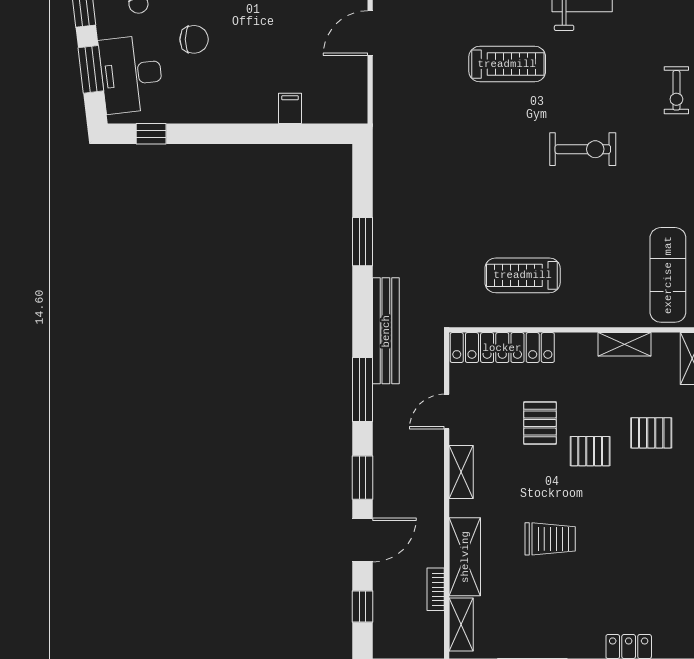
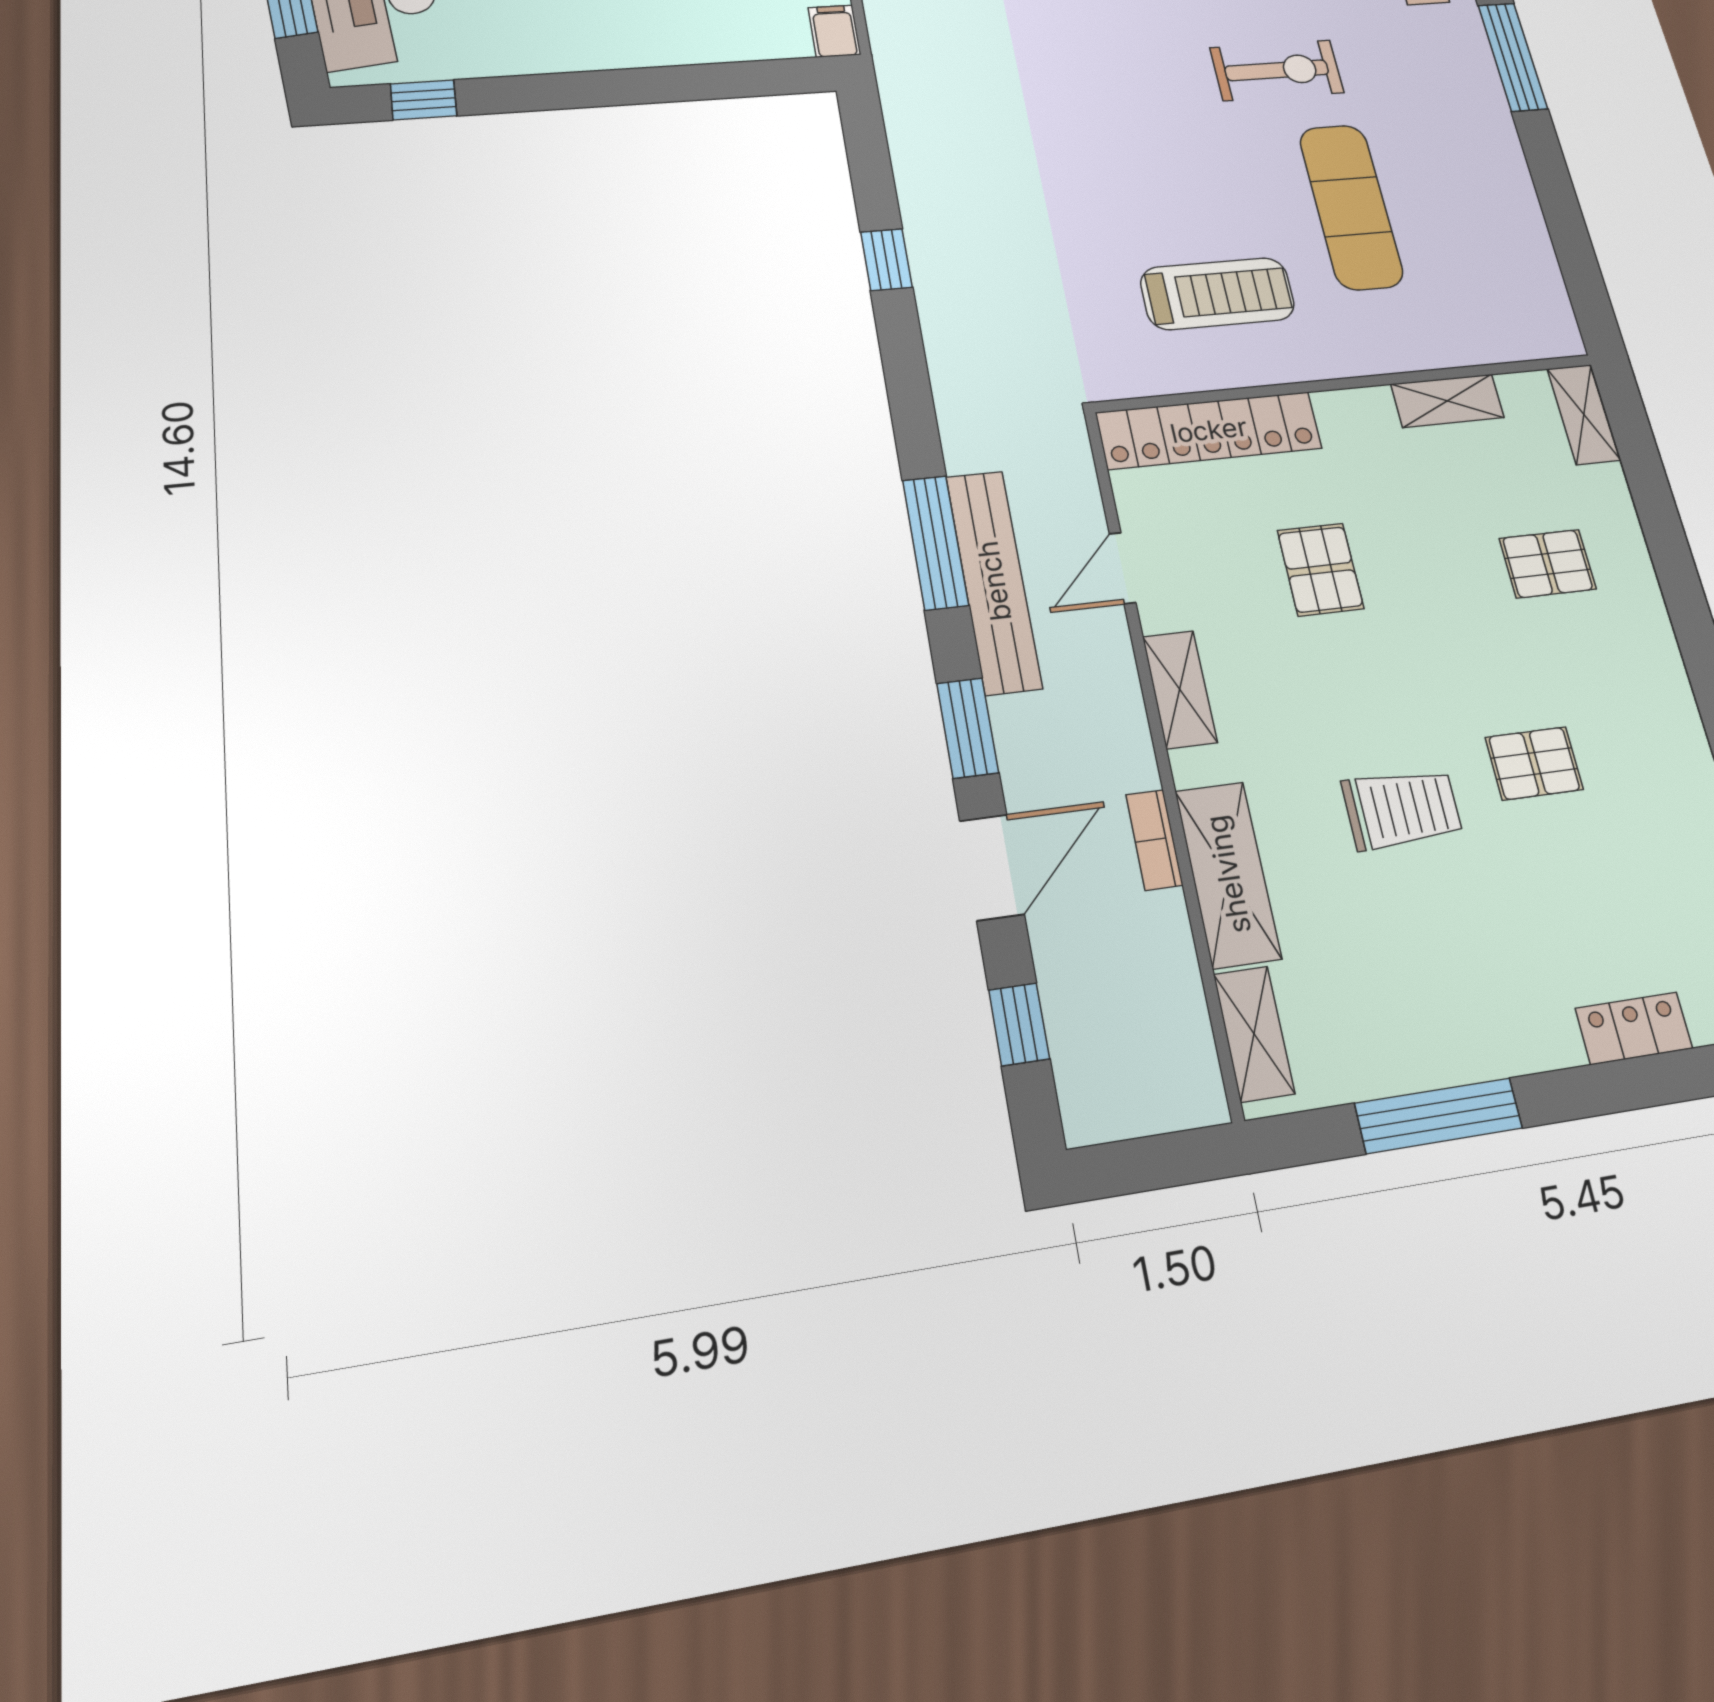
filing cabinet: (290, 108) -> (834, 31), moved
window: (363, 242) -> (886, 260), width x0.67
treadmill: (523, 275) -> (1218, 294), turned 180
exercise mat: (668, 275) -> (1351, 207), moved
bench: (386, 331) -> (994, 581), moved
pallet: (590, 451) -> (1534, 763), moved
bookcase: (436, 589) -> (1154, 840), moved

